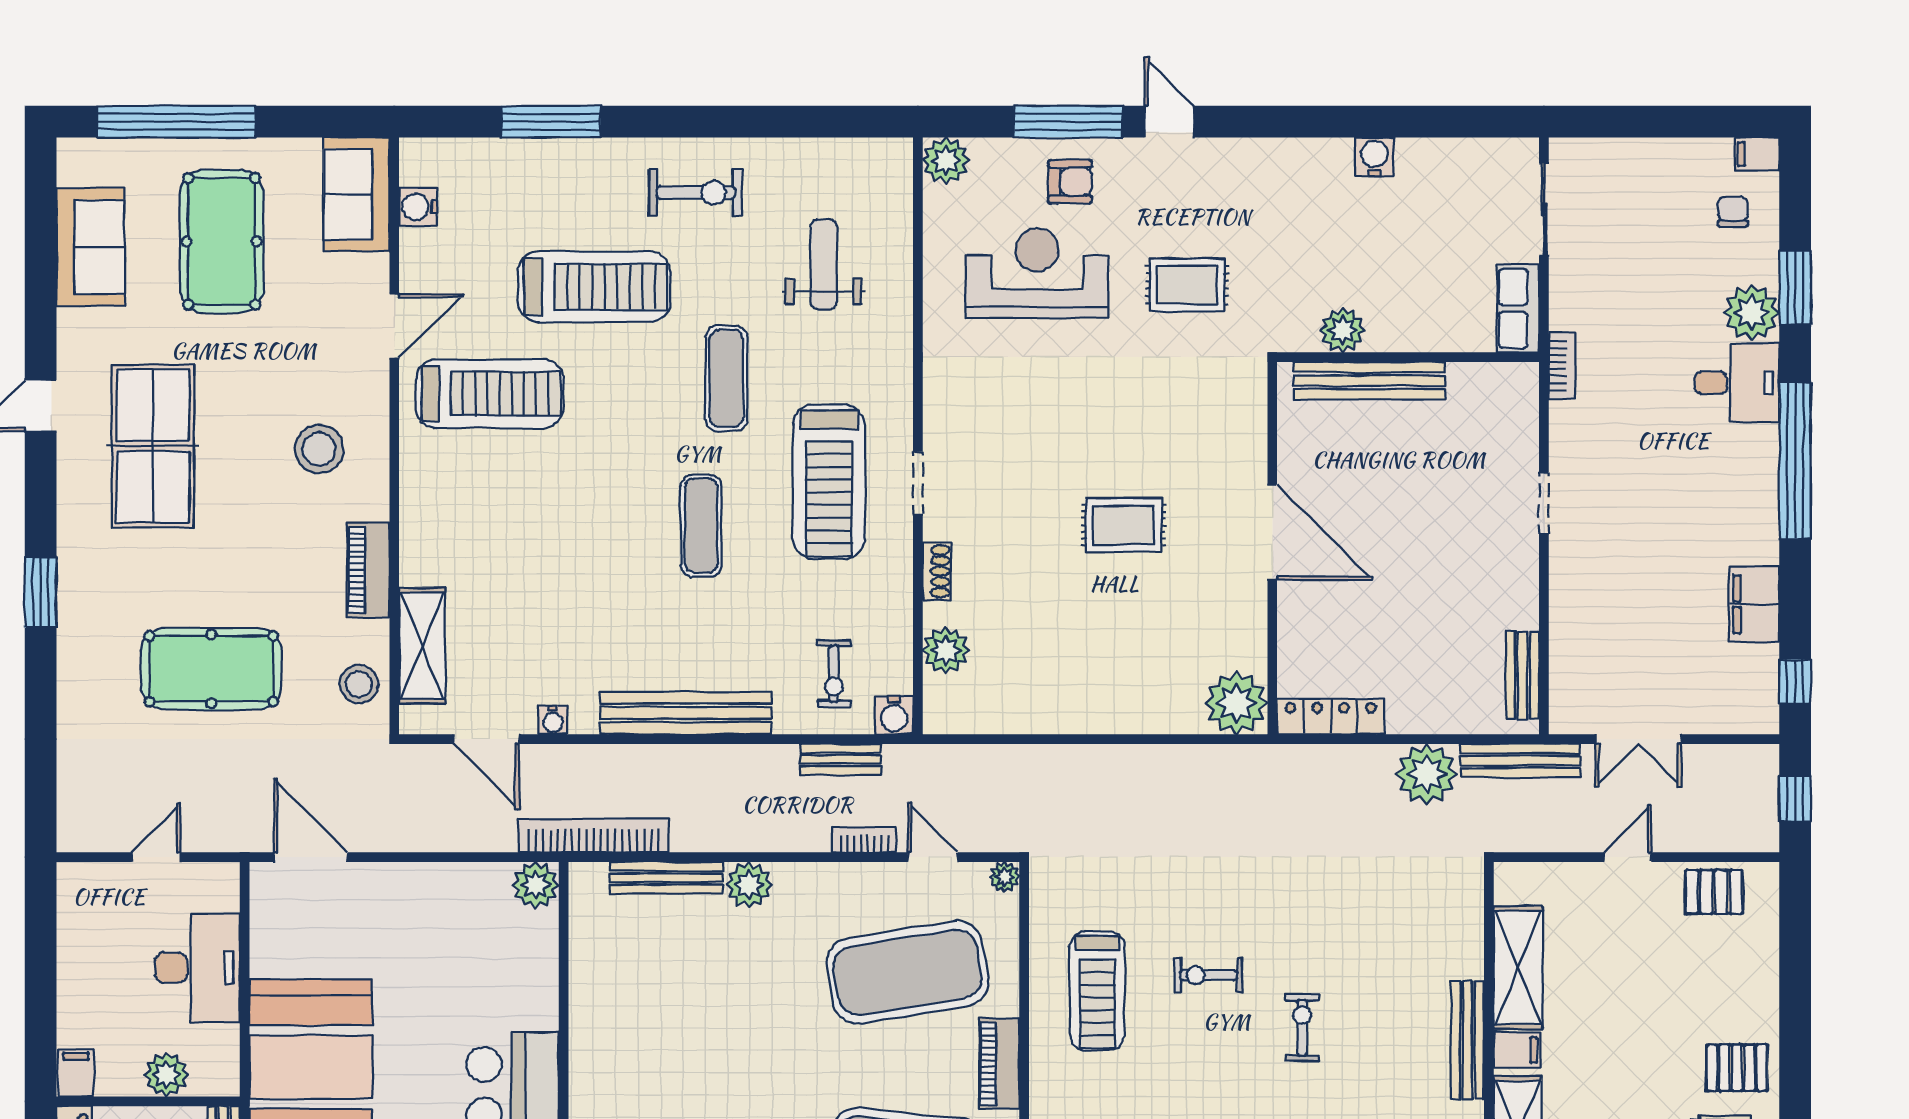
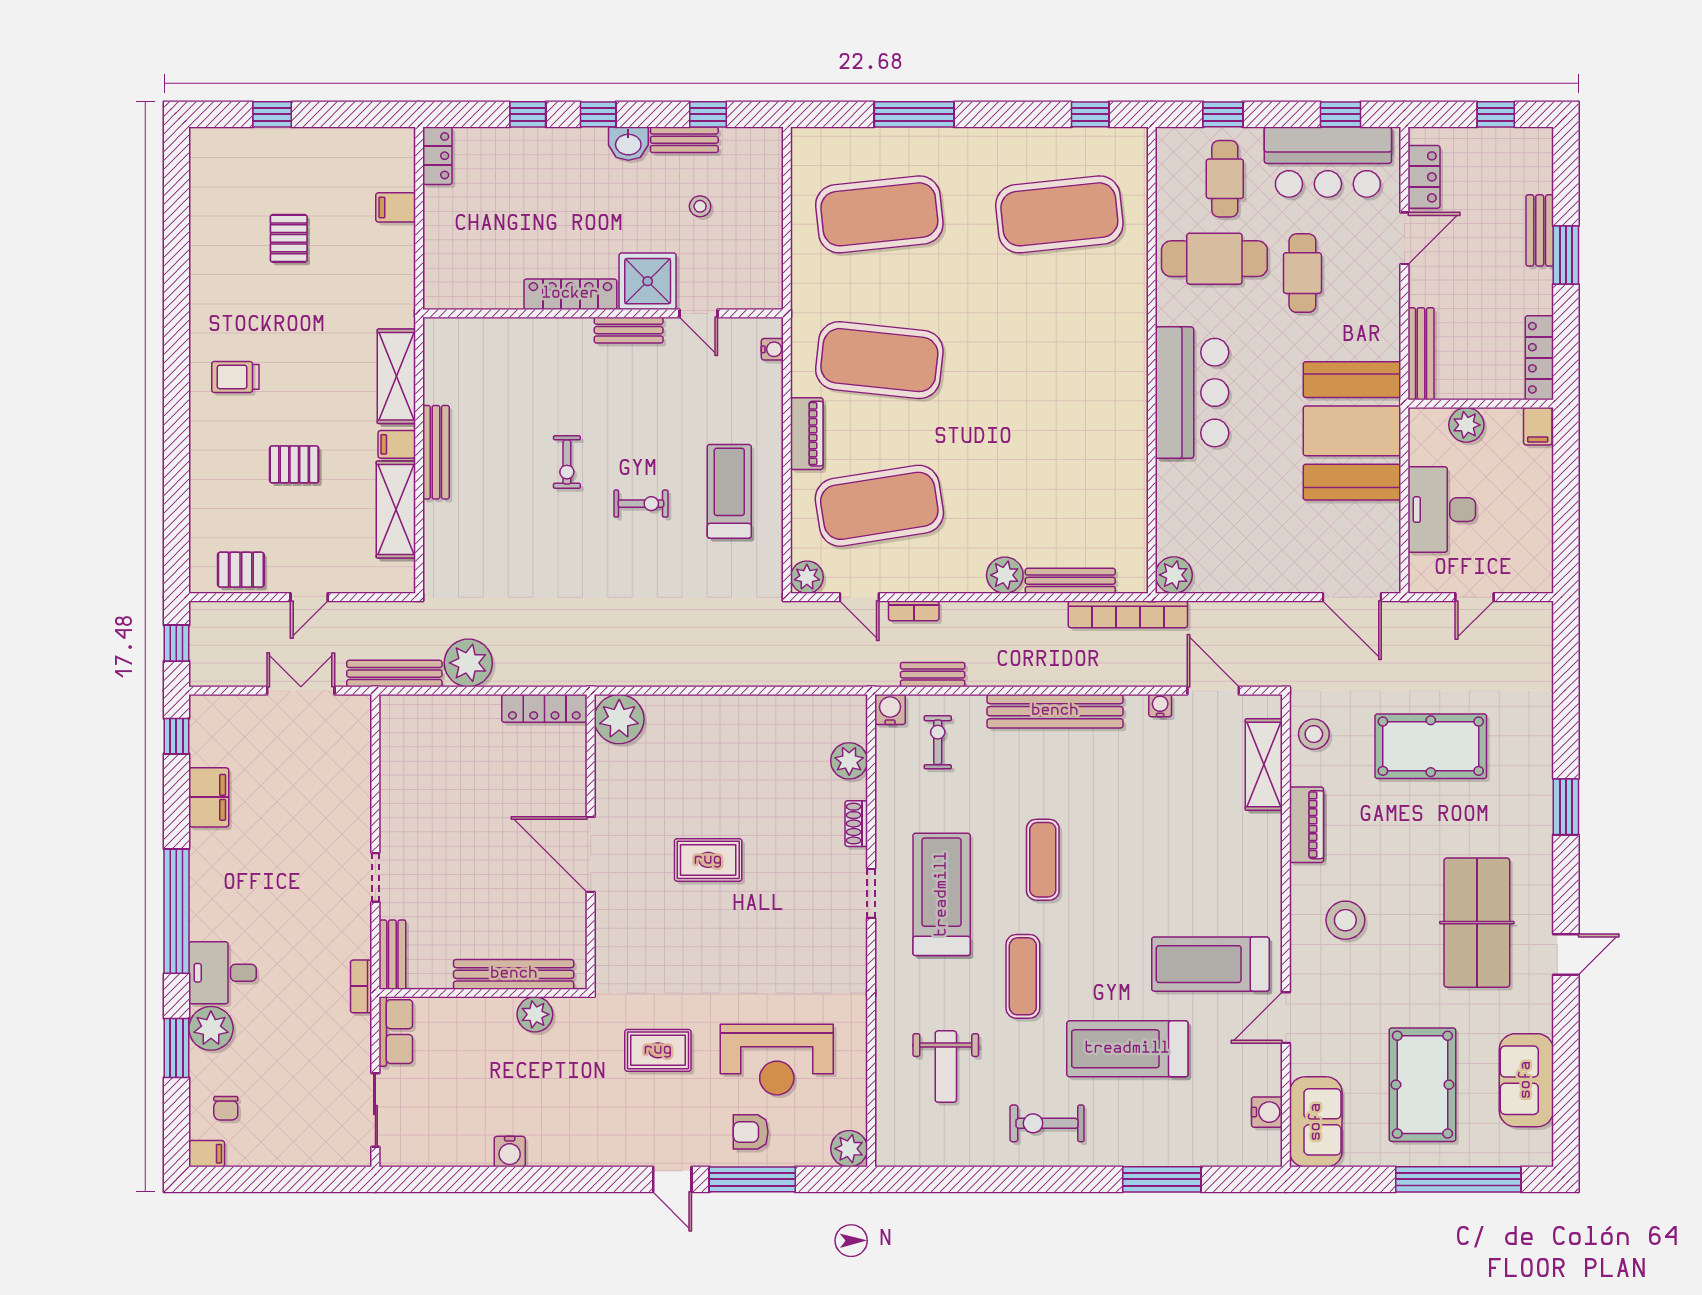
bench: (1522, 675) -> (392, 955), moved
plant: (1005, 877) -> (807, 577), width x1.38, depth x1.38
pallet: (1737, 1068) -> (294, 464), moved

